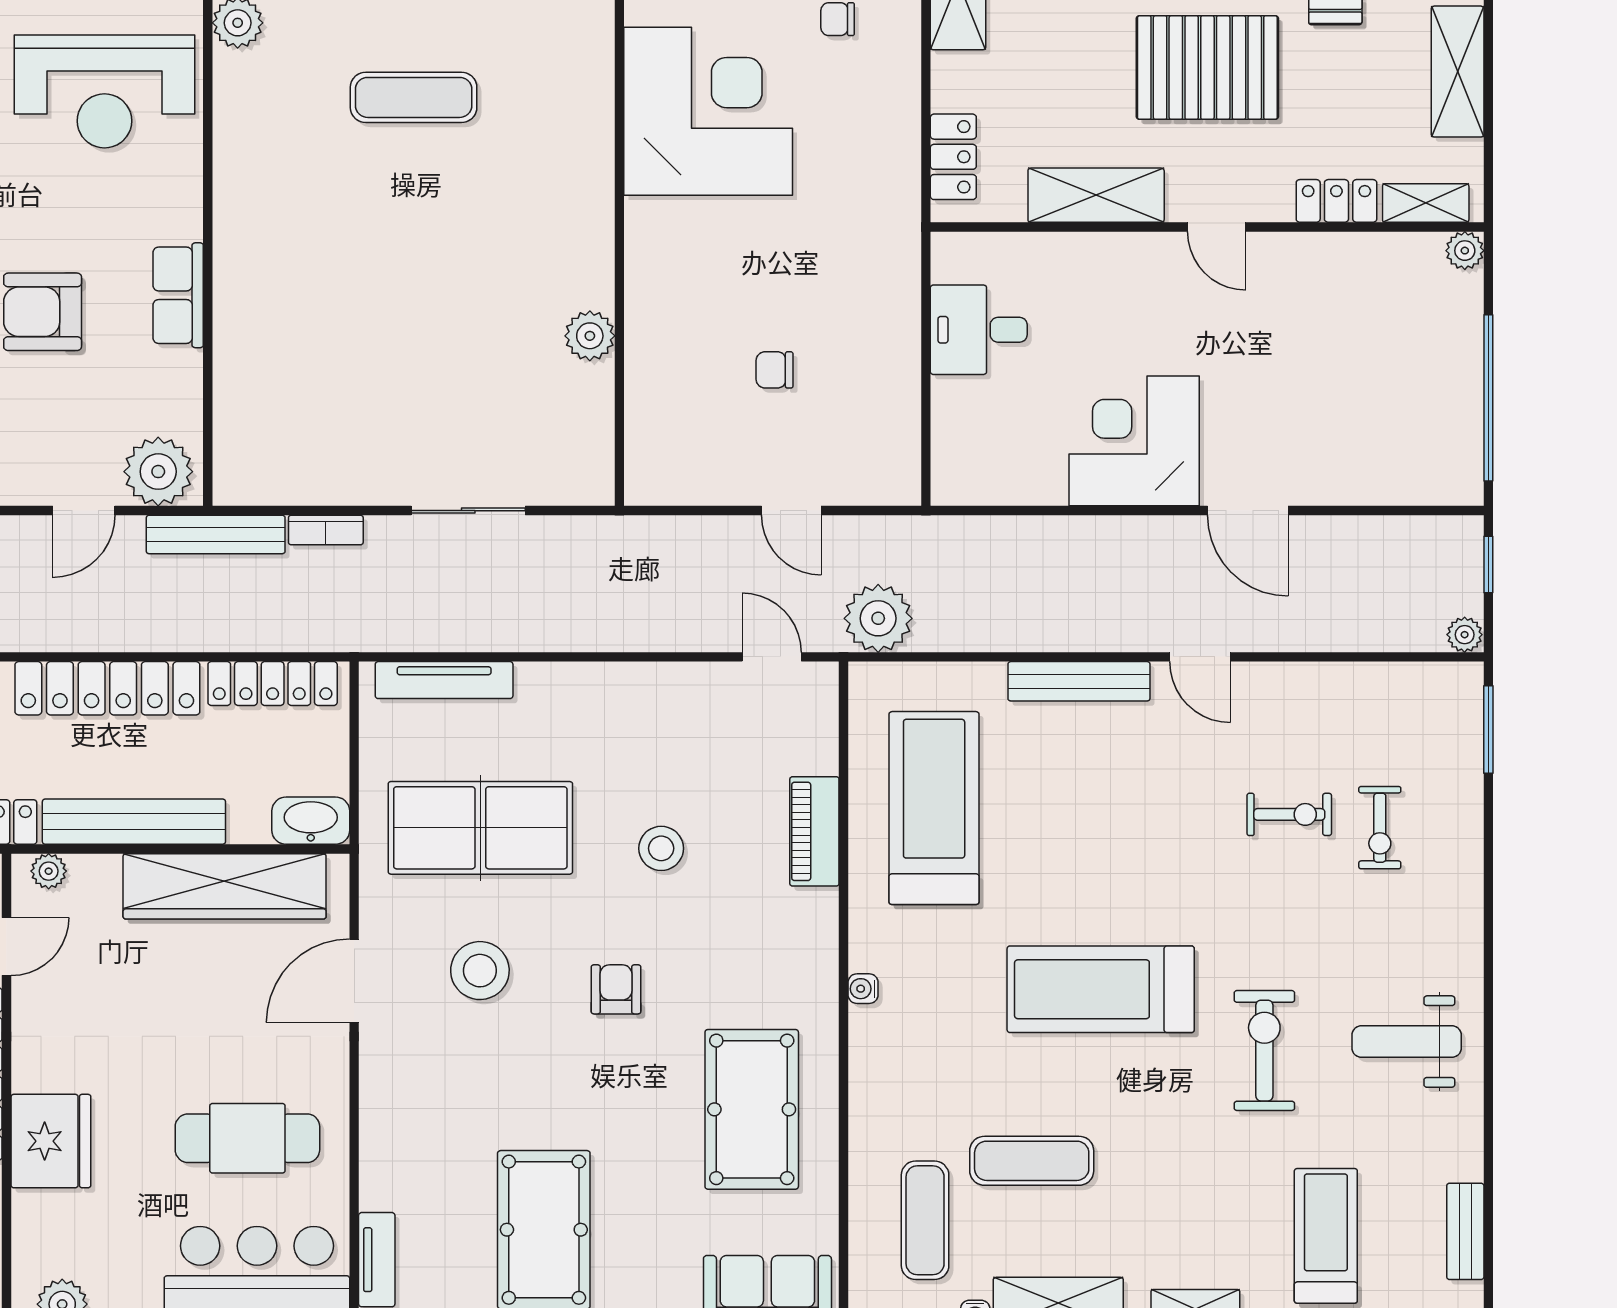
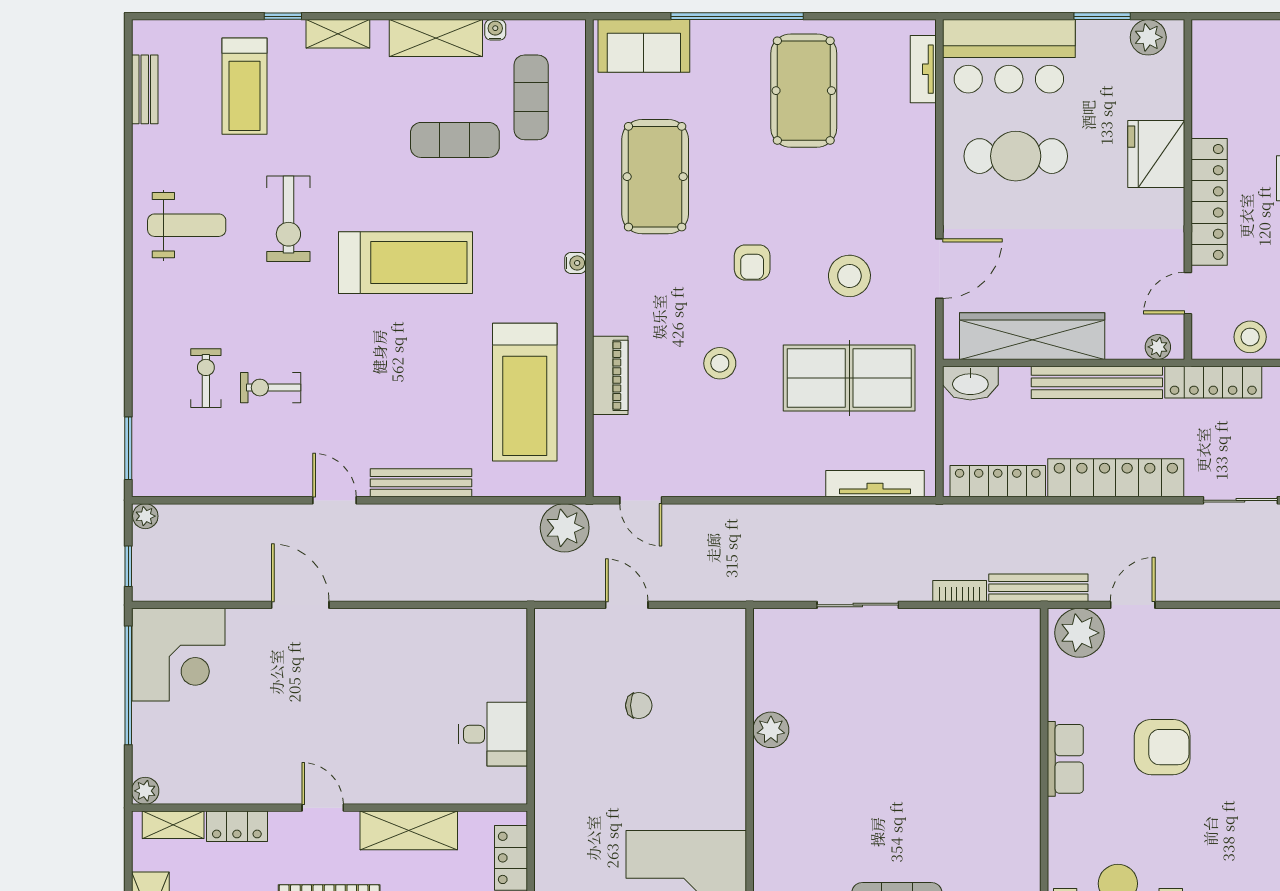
corner desk: (1134, 441) -> (178, 655), moved

